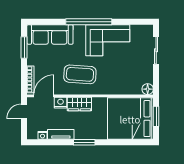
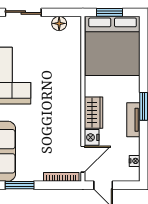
coffee table: (80, 74) -> (55, 112), removed
floor lamp: (148, 89) -> (59, 23), moved
door: (44, 96) -> (83, 159), swing flipped
tv unit: (61, 134) -> (133, 120), moved

